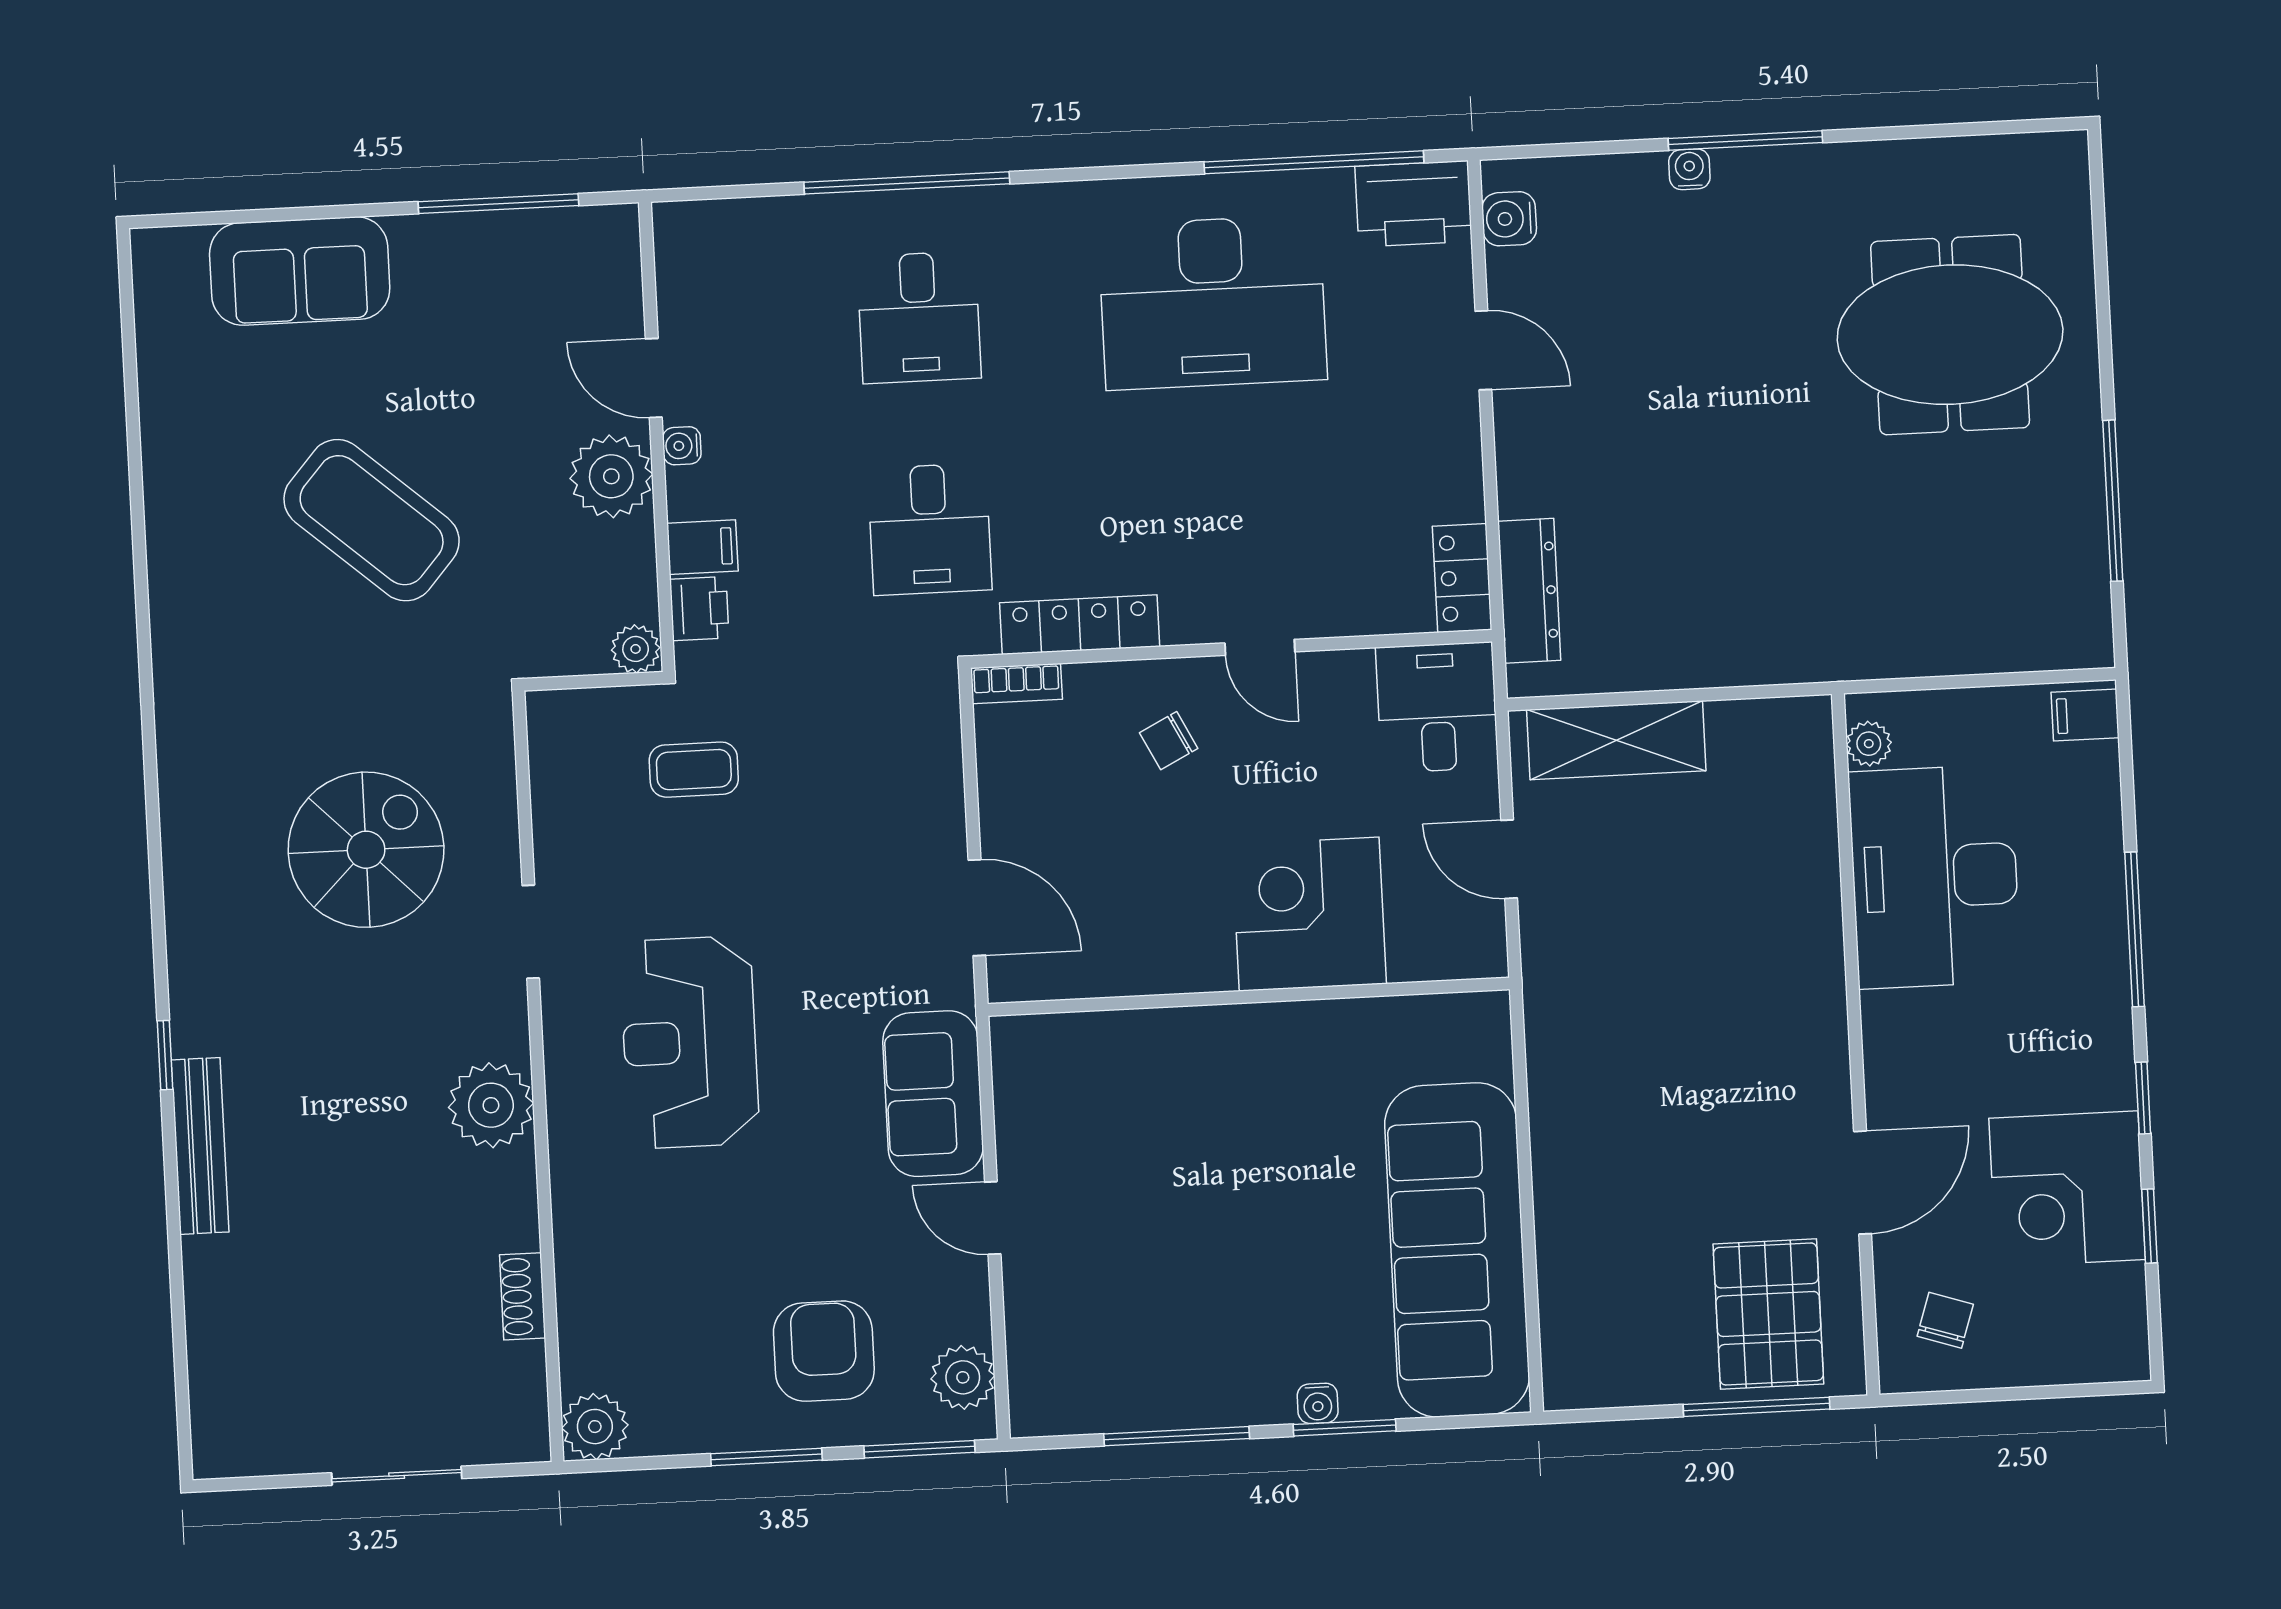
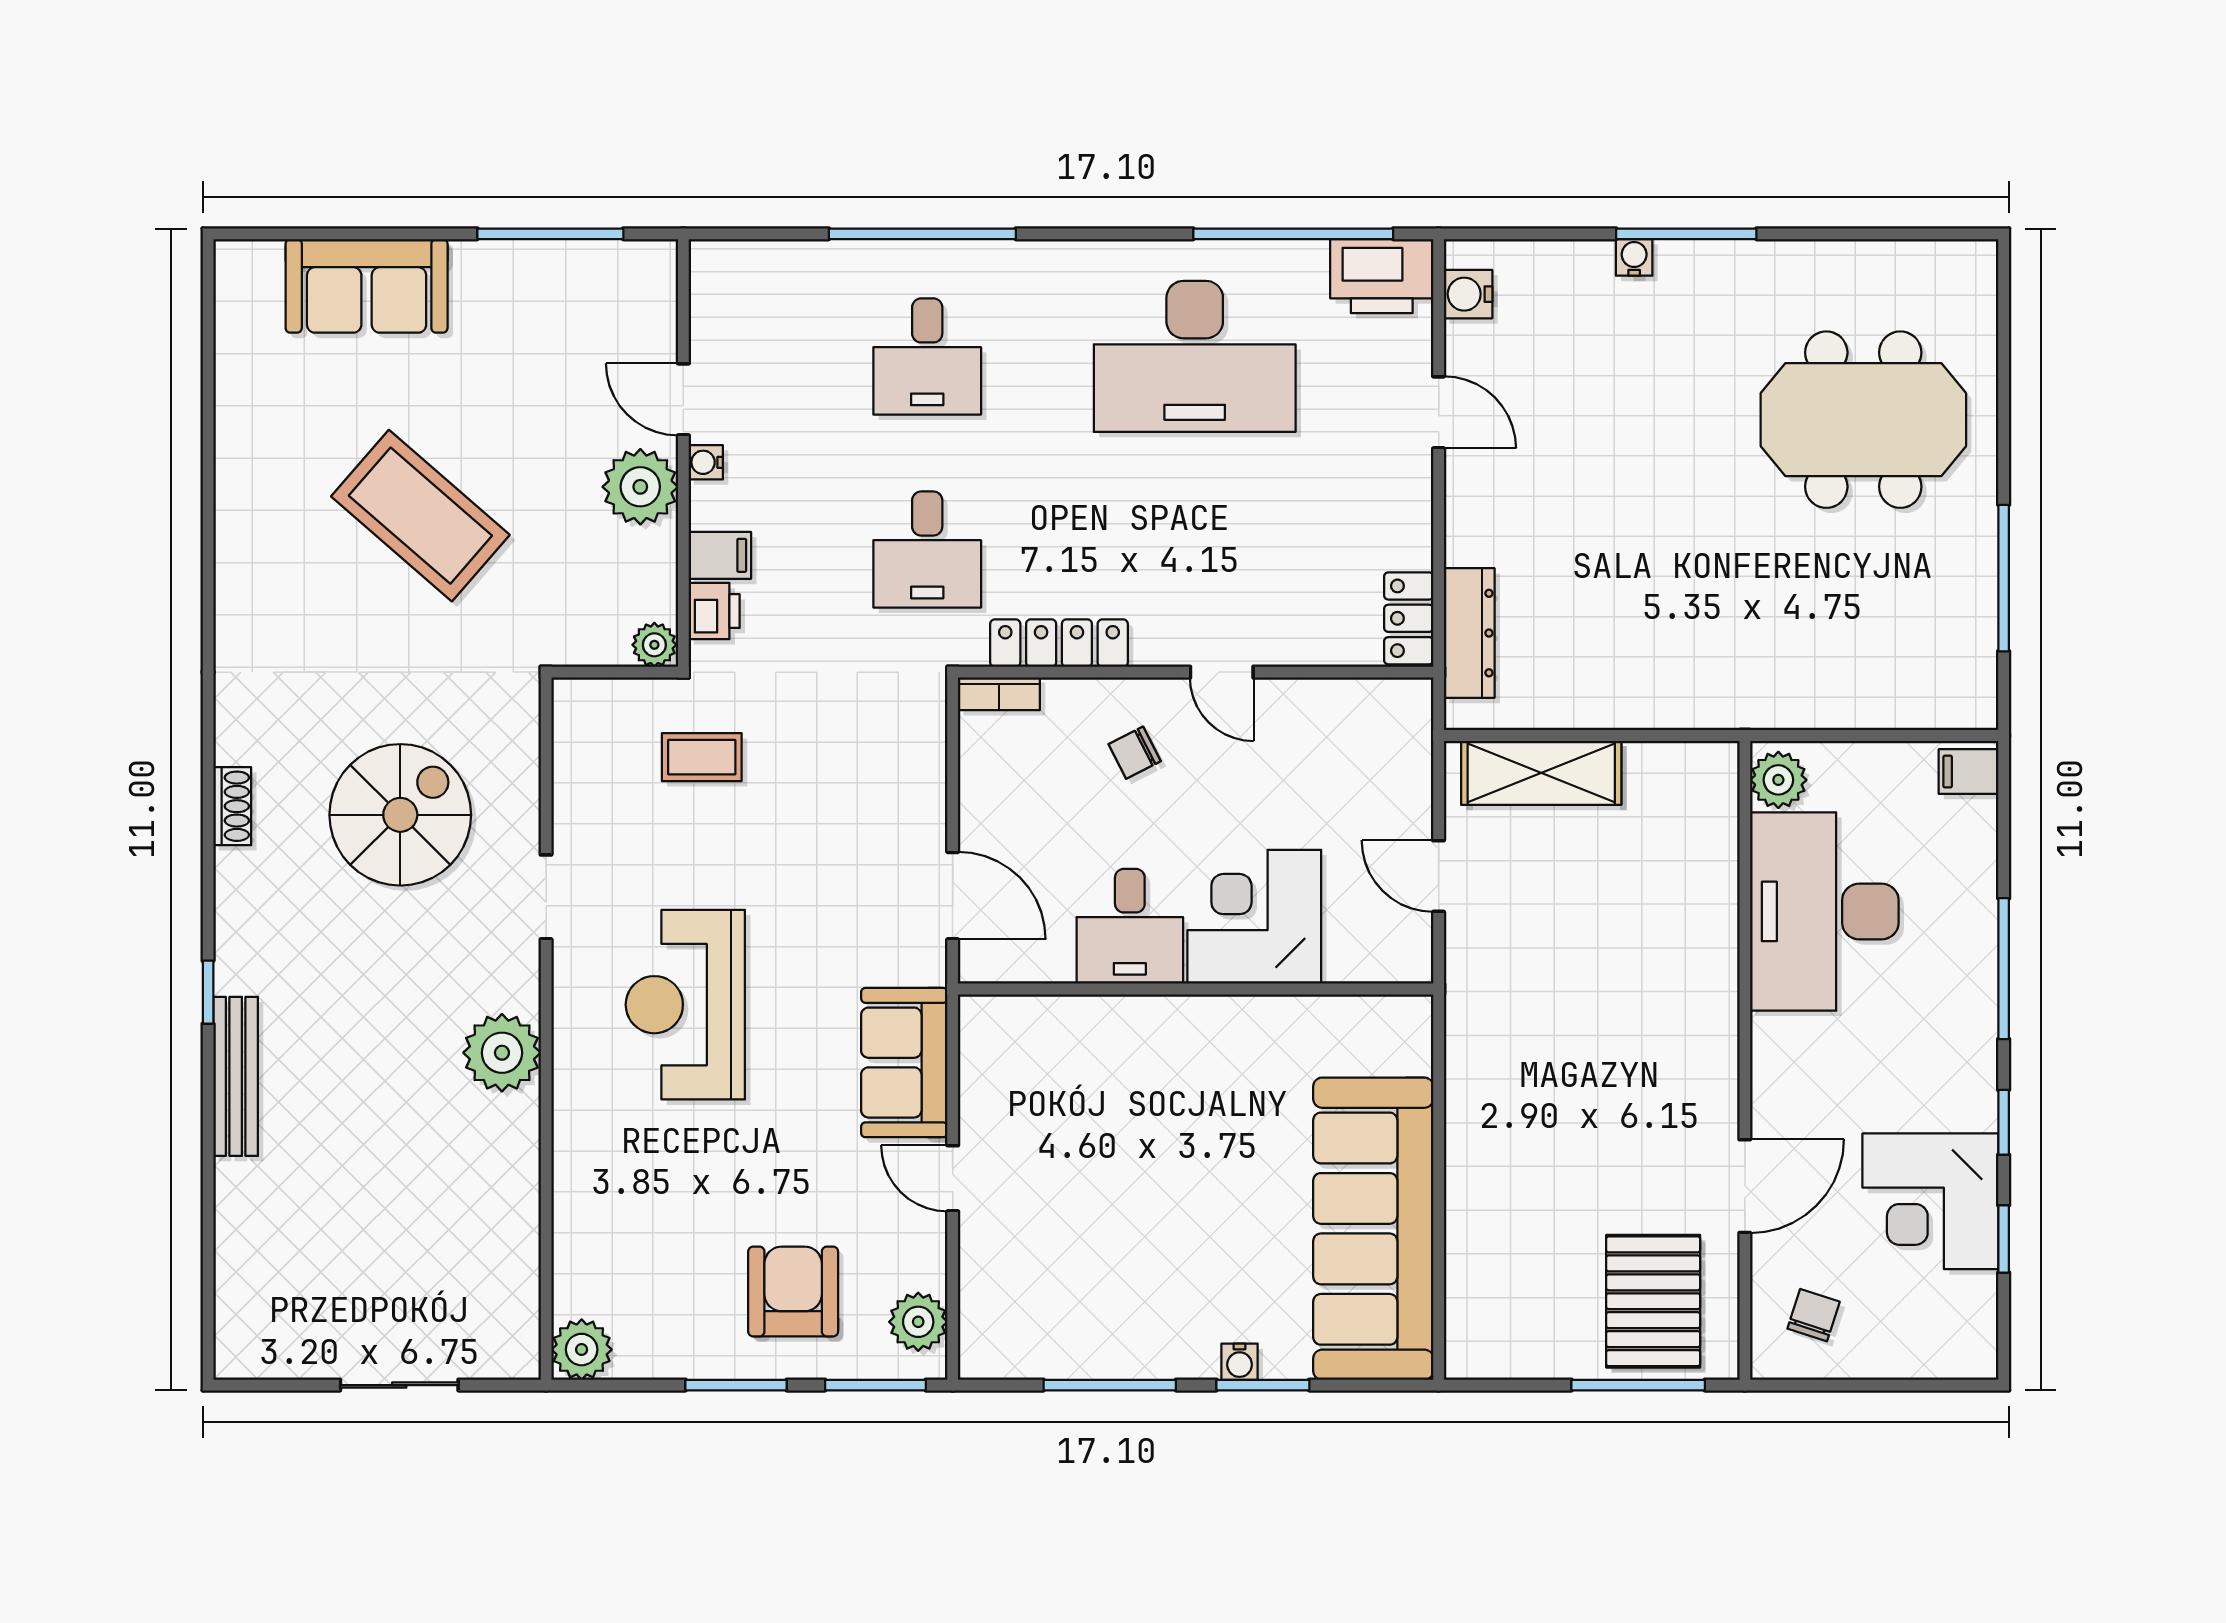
desk: (1437, 707) -> (1130, 926), moved, turned 180
plant: (1869, 744) -> (1778, 780), width x1.38, depth x1.38
shoe rack: (523, 1296) -> (232, 806), moved, turned 180

